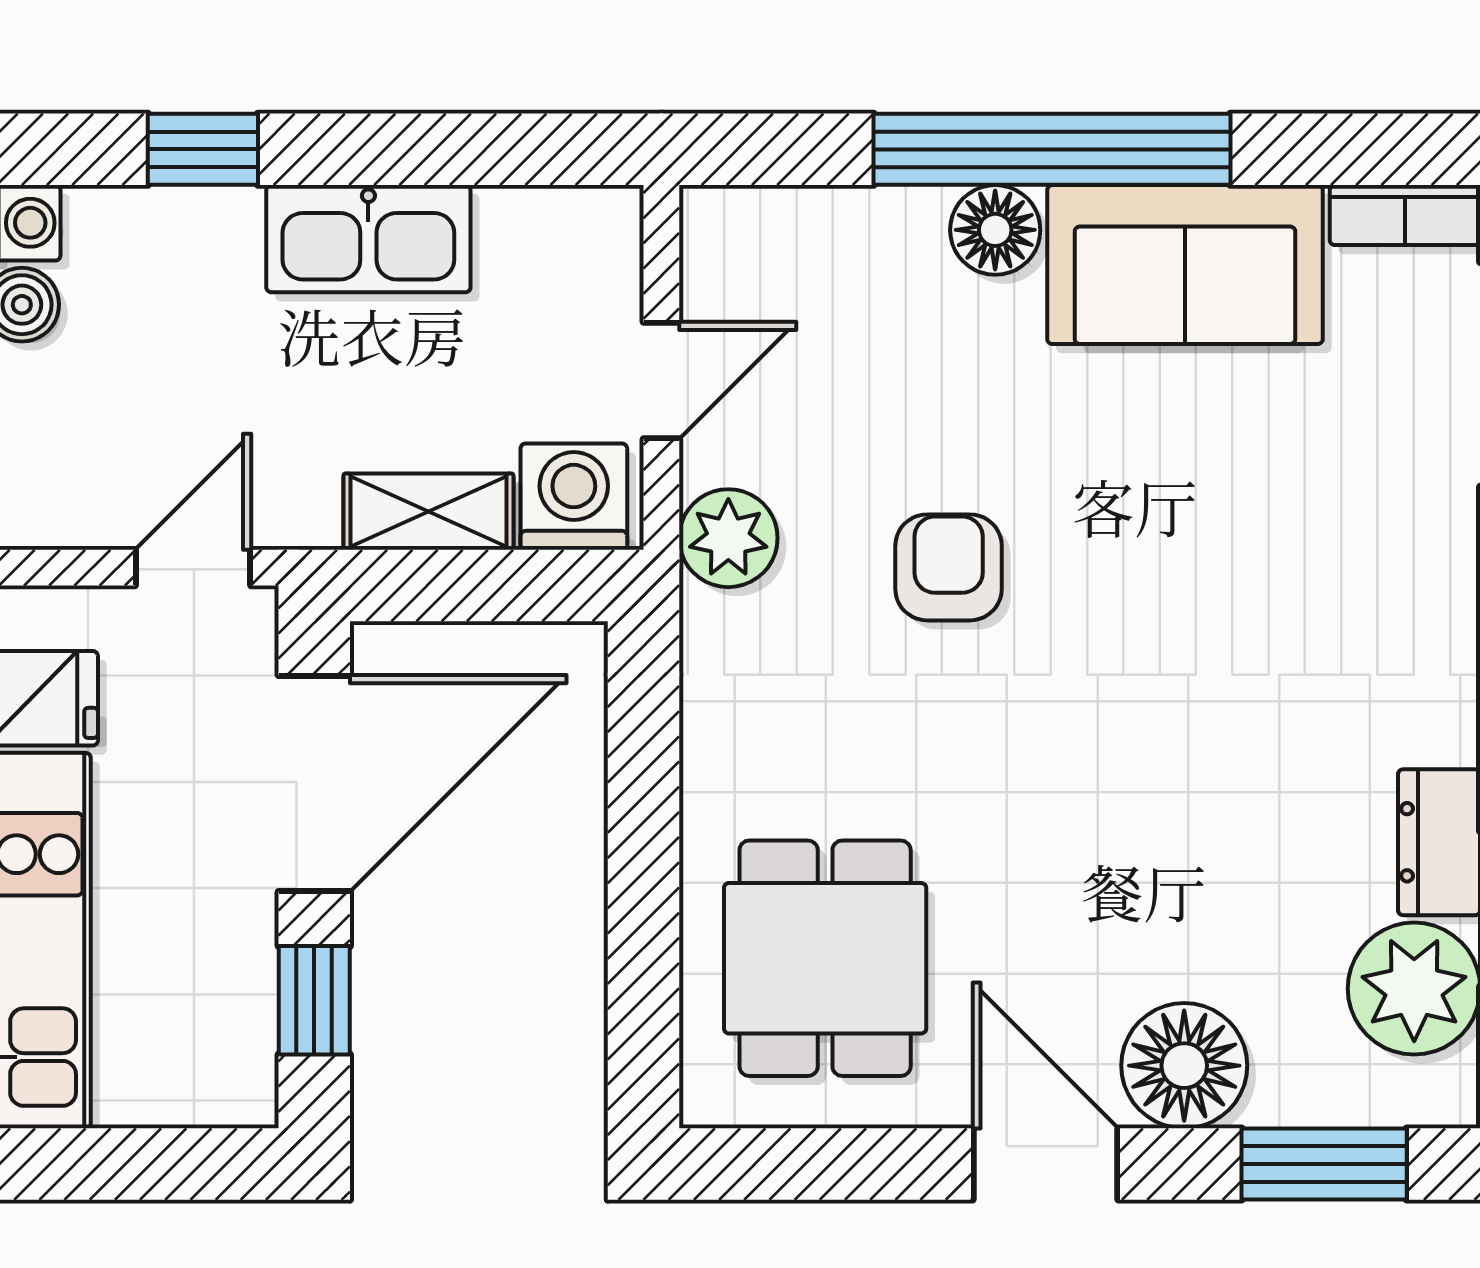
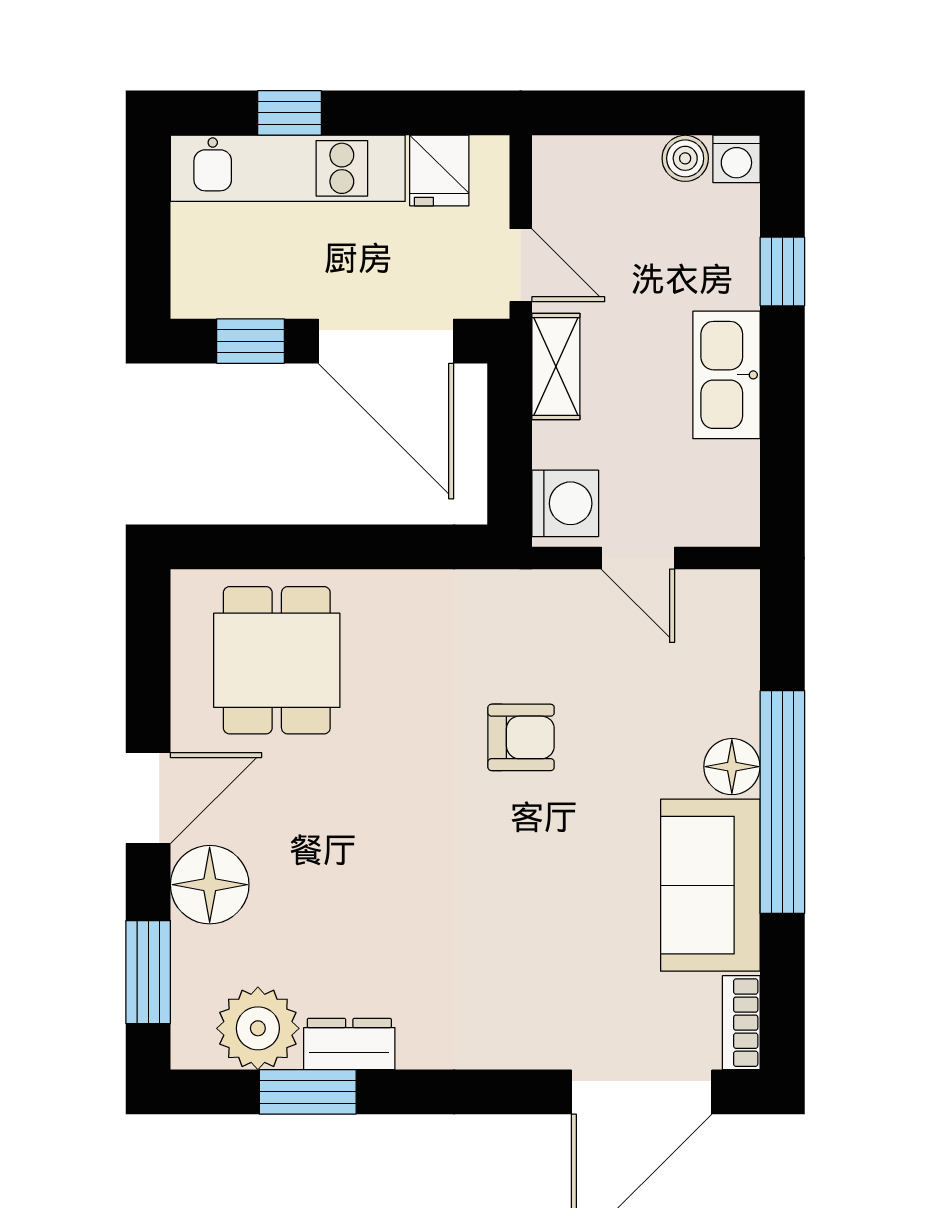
shelving: (428, 512) -> (556, 366), moved
plant: (728, 538) -> (539, 600), removed
dining table: (825, 958) -> (277, 660), turned 90

